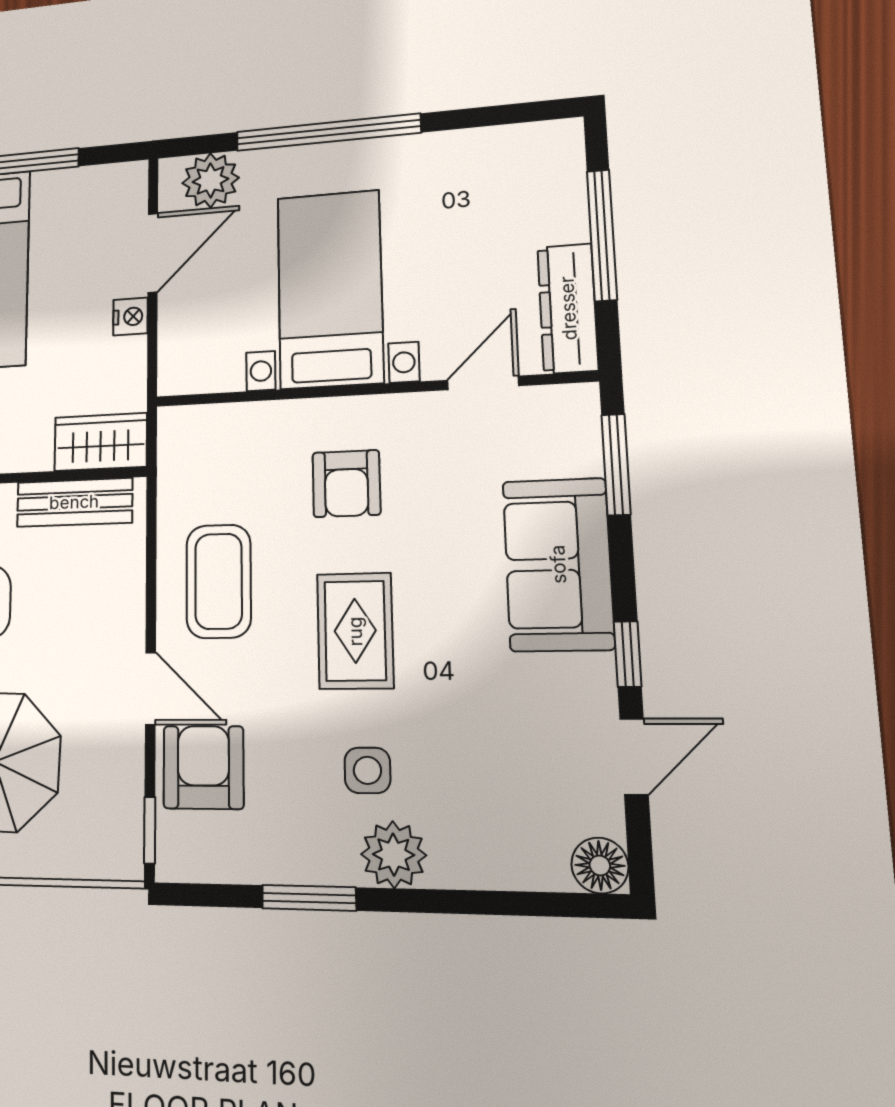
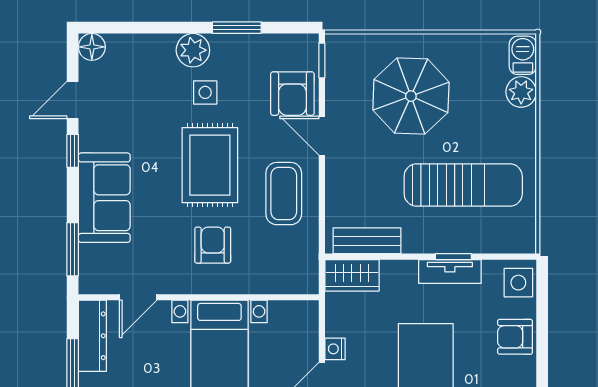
rug: (355, 631) -> (210, 165), width x1.36, depth x1.43

